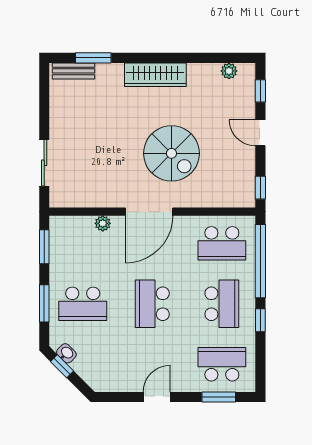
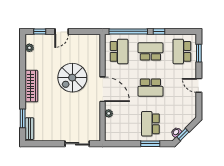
spiral stairs: (171, 153) -> (72, 78), turned 180
window: (260, 188) -> (90, 31), removed
window: (44, 247) -> (121, 144), removed
school desk: (83, 304) -> (150, 124), turned 180

